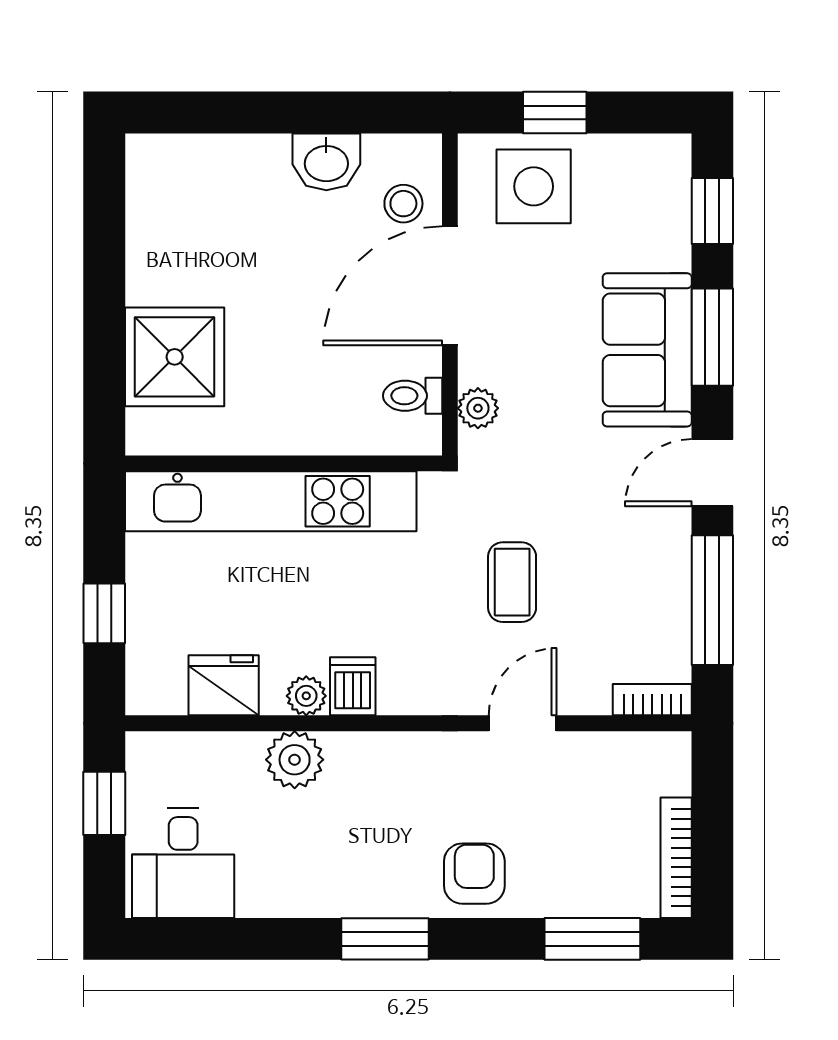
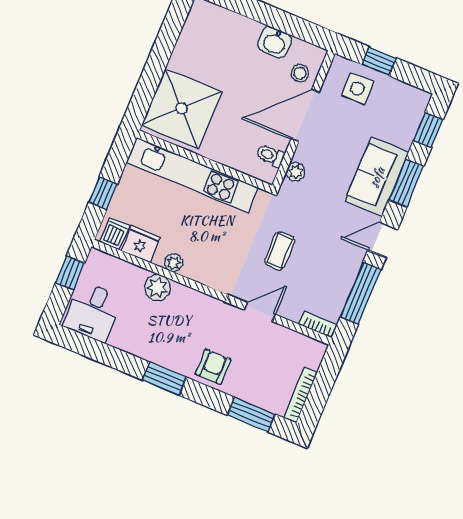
side table: (534, 186) -> (357, 89), width x0.73, depth x0.73
shower: (175, 357) -> (182, 108), width x1.37, depth x1.37
dishwasher: (353, 686) -> (115, 234), moved

